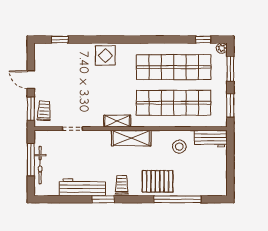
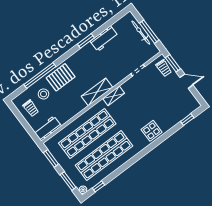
stool: (179, 147) -> (44, 94), moved
trolley: (122, 185) -> (31, 108), moved
workbench: (82, 187) -> (104, 39), width x0.73

